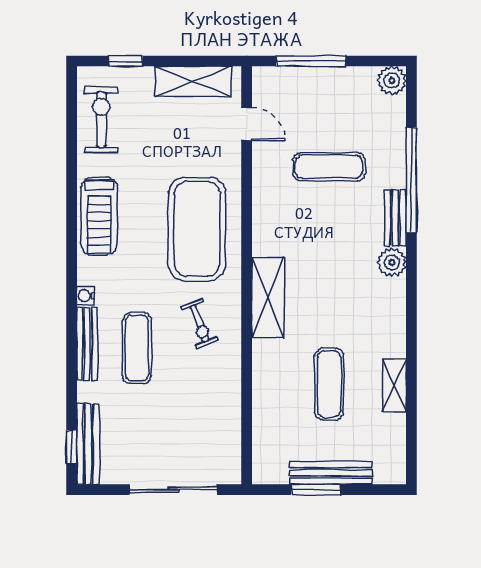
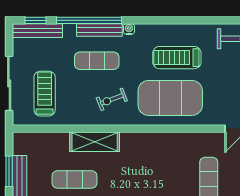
treadmill: (99, 216) -> (177, 58), moved
shelving: (268, 298) -> (95, 142), moved
window: (72, 361) -> (89, 20), added
treadmill: (190, 432) -> (45, 94), added

